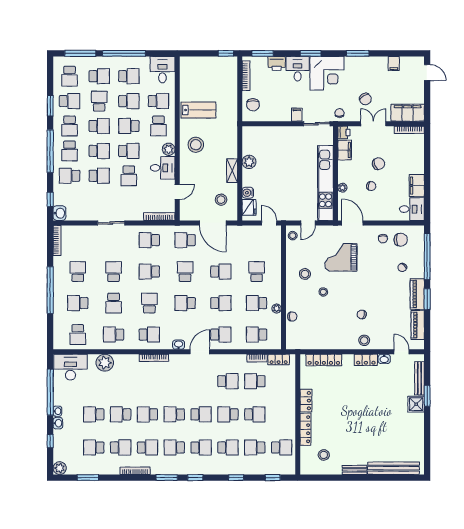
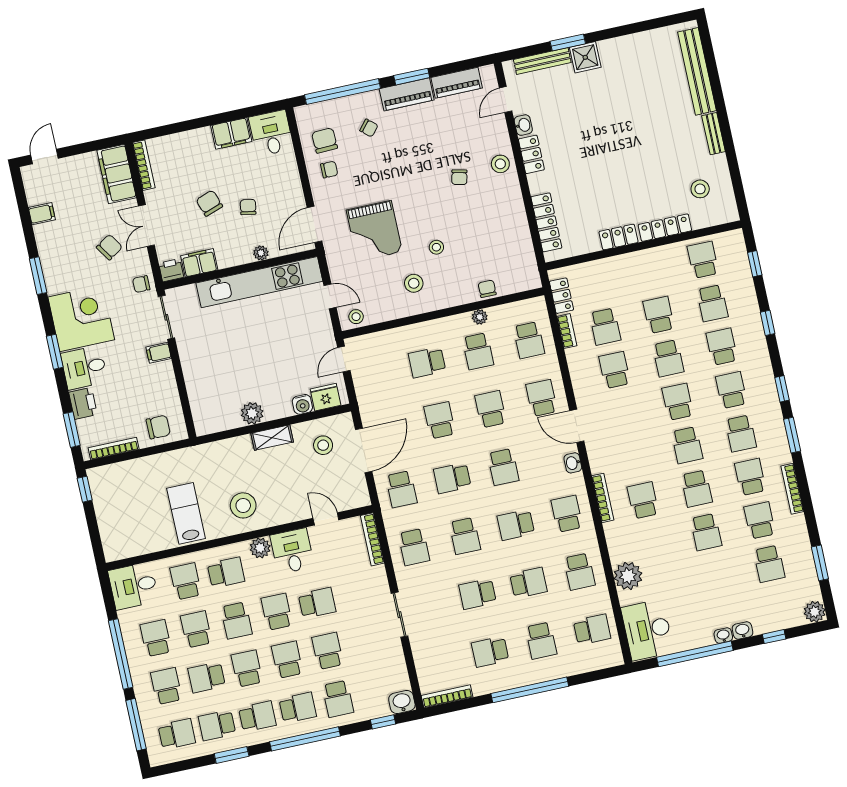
school desk: (70, 101) -> (217, 725), turned -90
school desk: (94, 414) -> (643, 500), moved, turned 180

